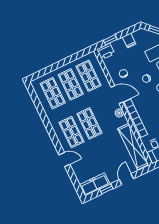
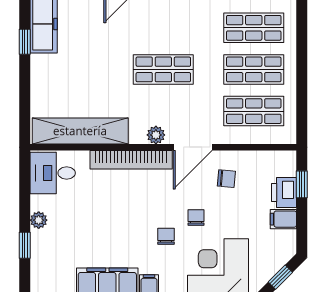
printer: (106, 51) -> (284, 192), moved
shop shelf: (71, 132) -> (163, 28), removed
door: (126, 179) -> (25, 88), removed

